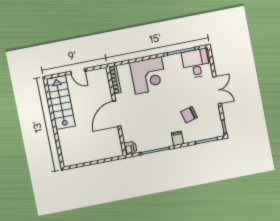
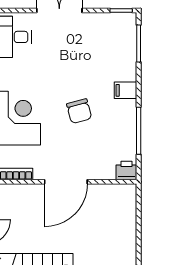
door: (117, 114) -> (66, 182), hinge flipped
chair: (189, 115) -> (79, 111), moved

